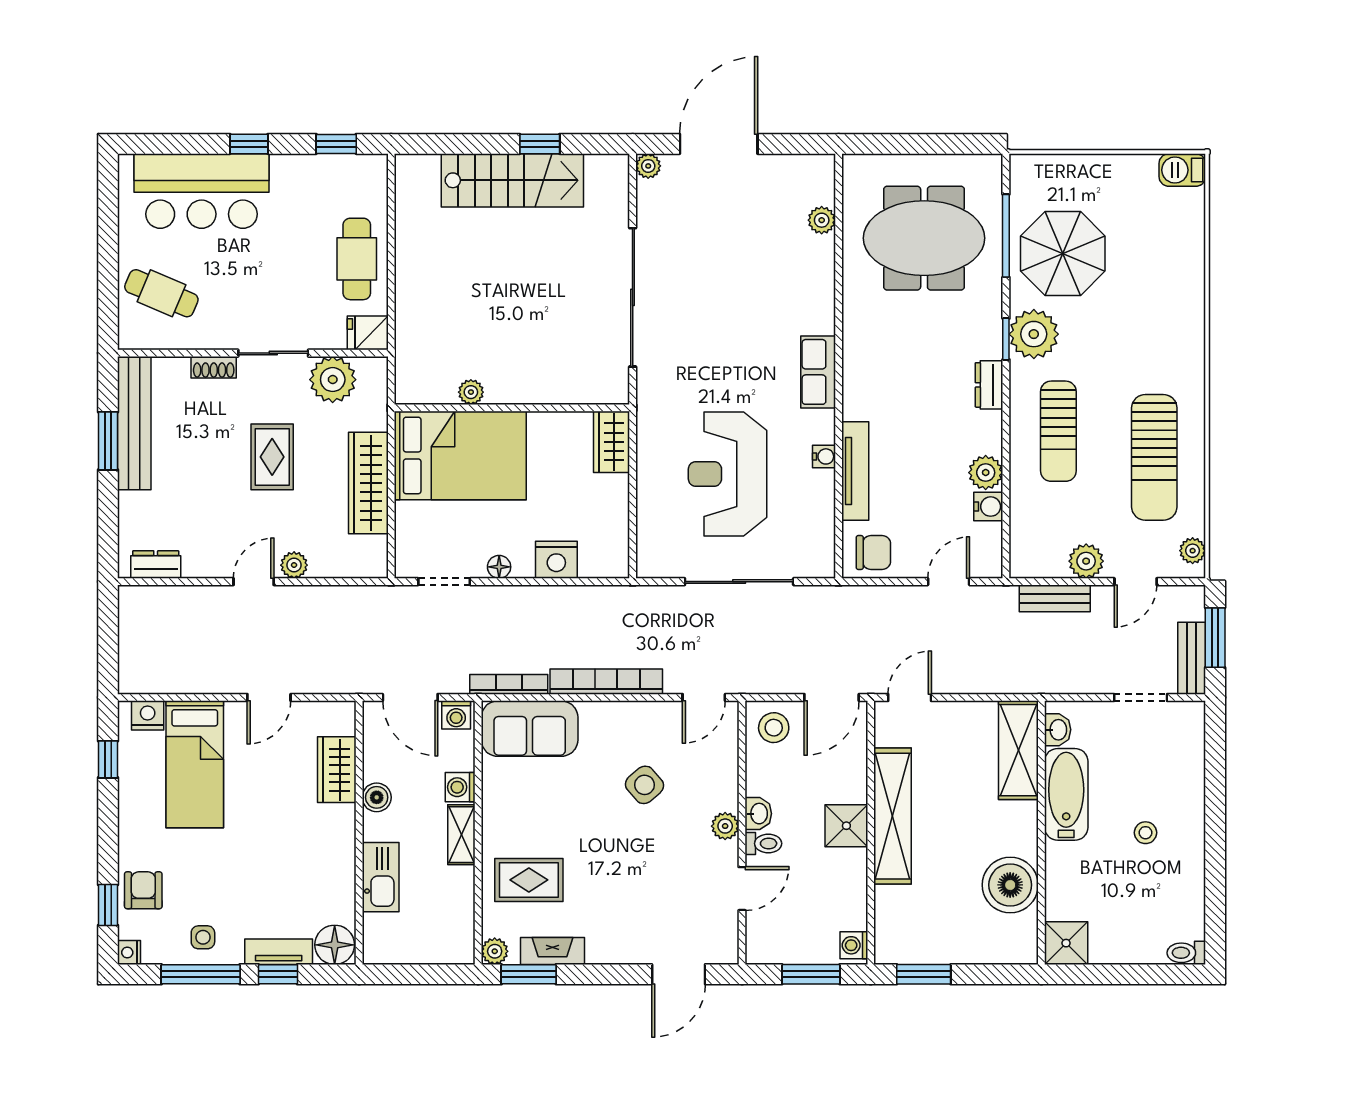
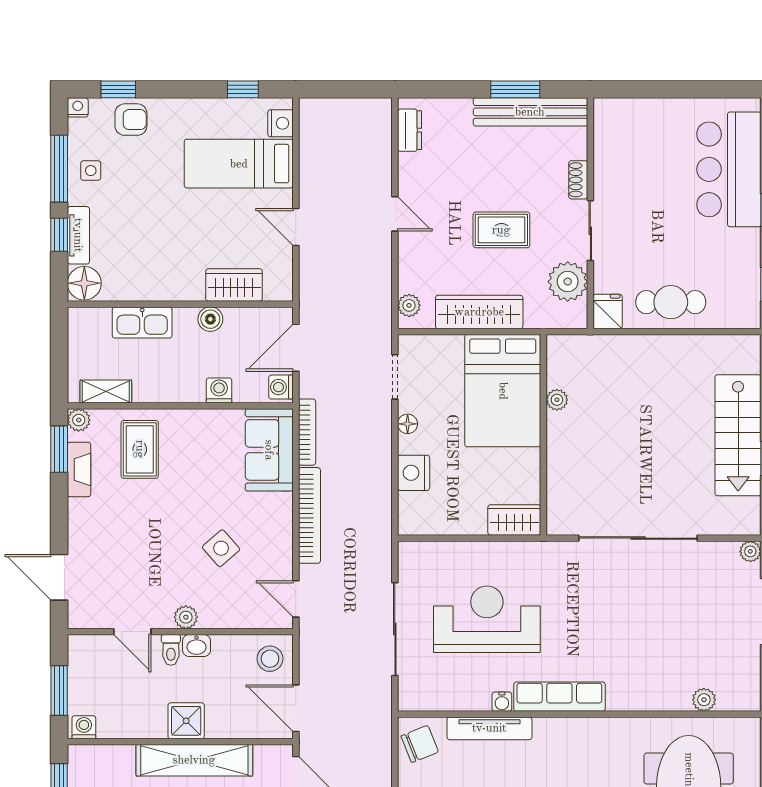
cafe table: (161, 293) -> (641, 135), removed
row of seats: (818, 372) -> (559, 697), width x1.48
chair: (873, 553) -> (420, 744), turned -112
plant: (294, 565) -> (409, 305), moved
shelving: (461, 835) -> (106, 392), moved

